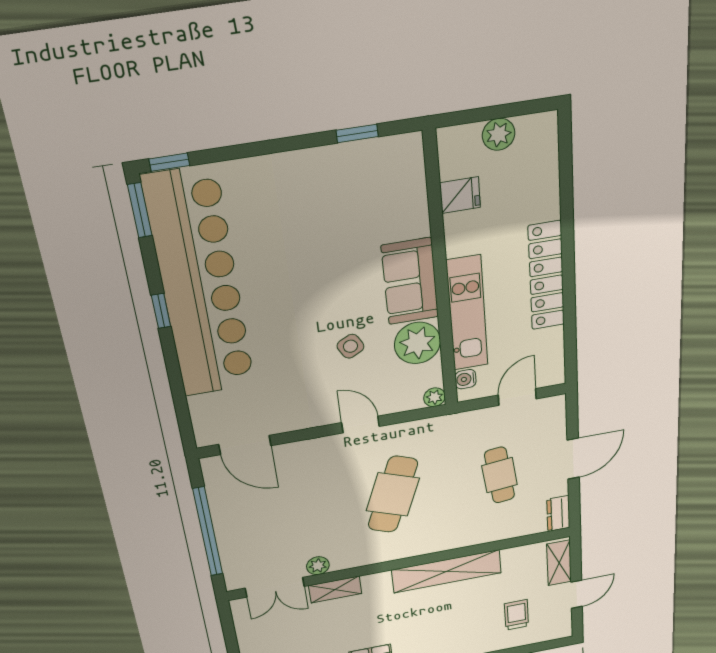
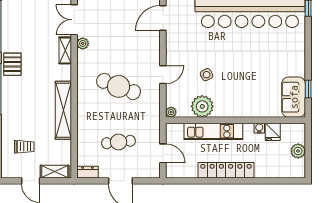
sofa: (410, 281) -> (294, 97), moved, turned -90
water cooler: (466, 379) -> (259, 128), moved

